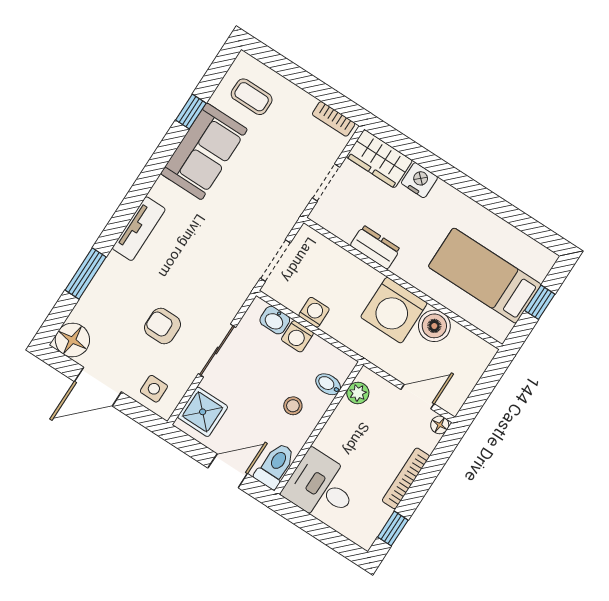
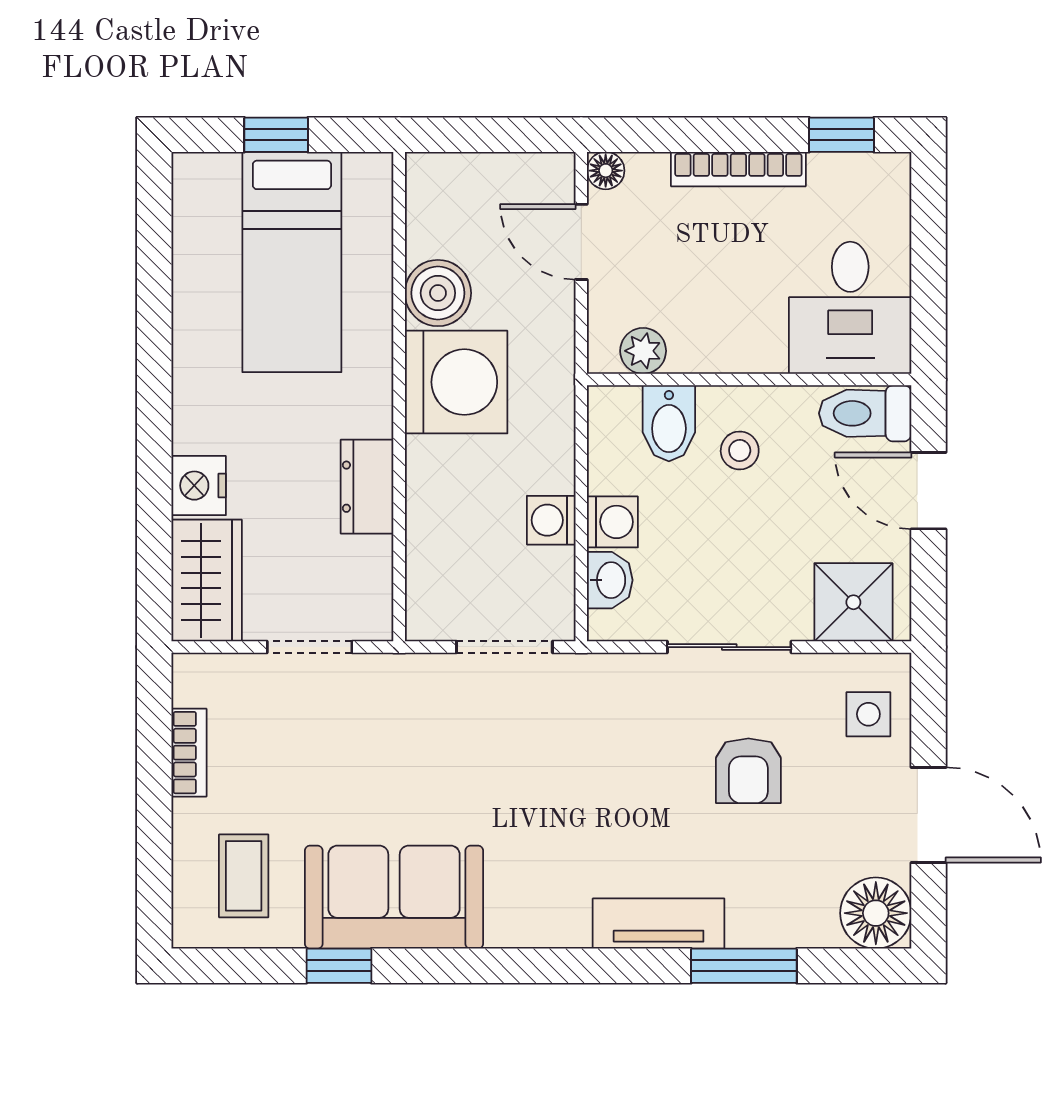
bookcase: (334, 119) -> (189, 753), moved
tv unit: (139, 229) -> (659, 924), moved
bidet: (328, 384) -> (669, 423), width x1.38, depth x1.36

